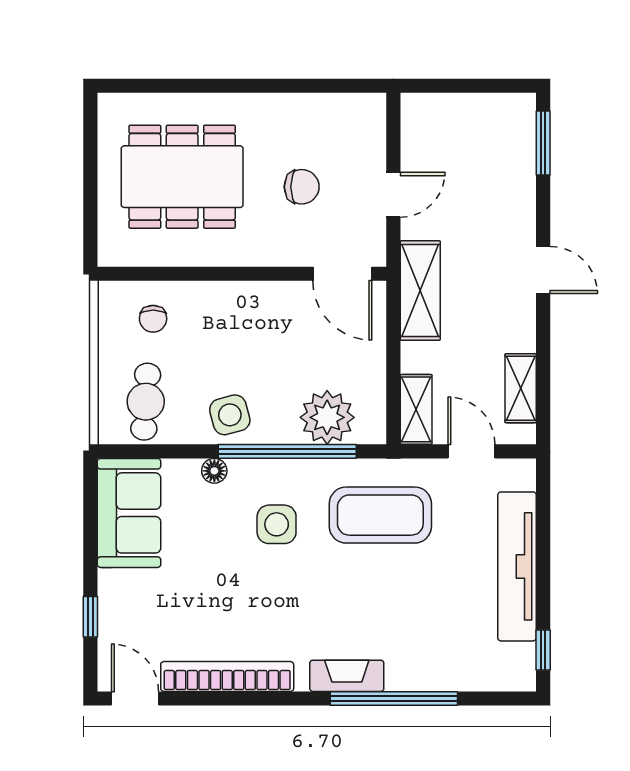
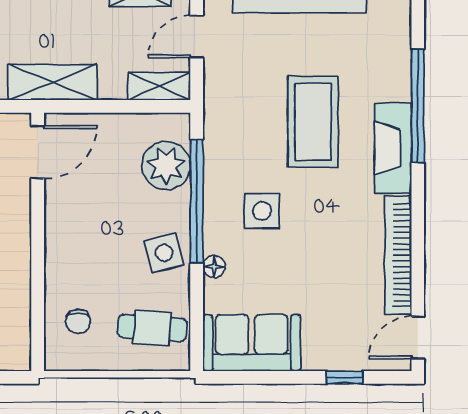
chair: (153, 319) -> (78, 321), turned 90
coffee table: (380, 515) -> (313, 122), moved
fireplace: (347, 676) -> (393, 148), width x1.37, depth x1.32

